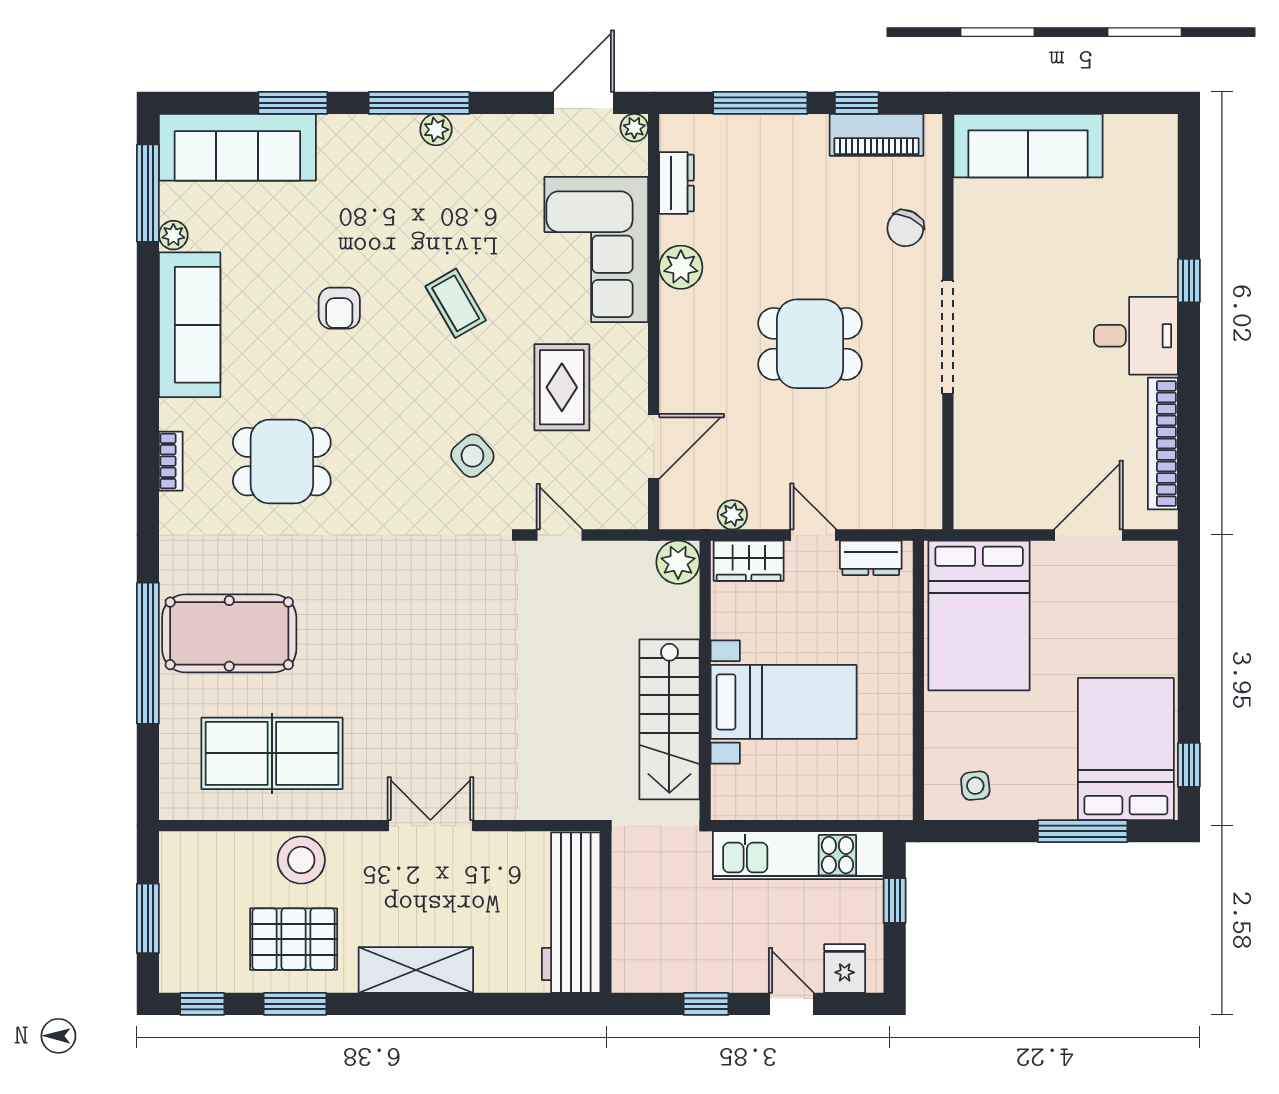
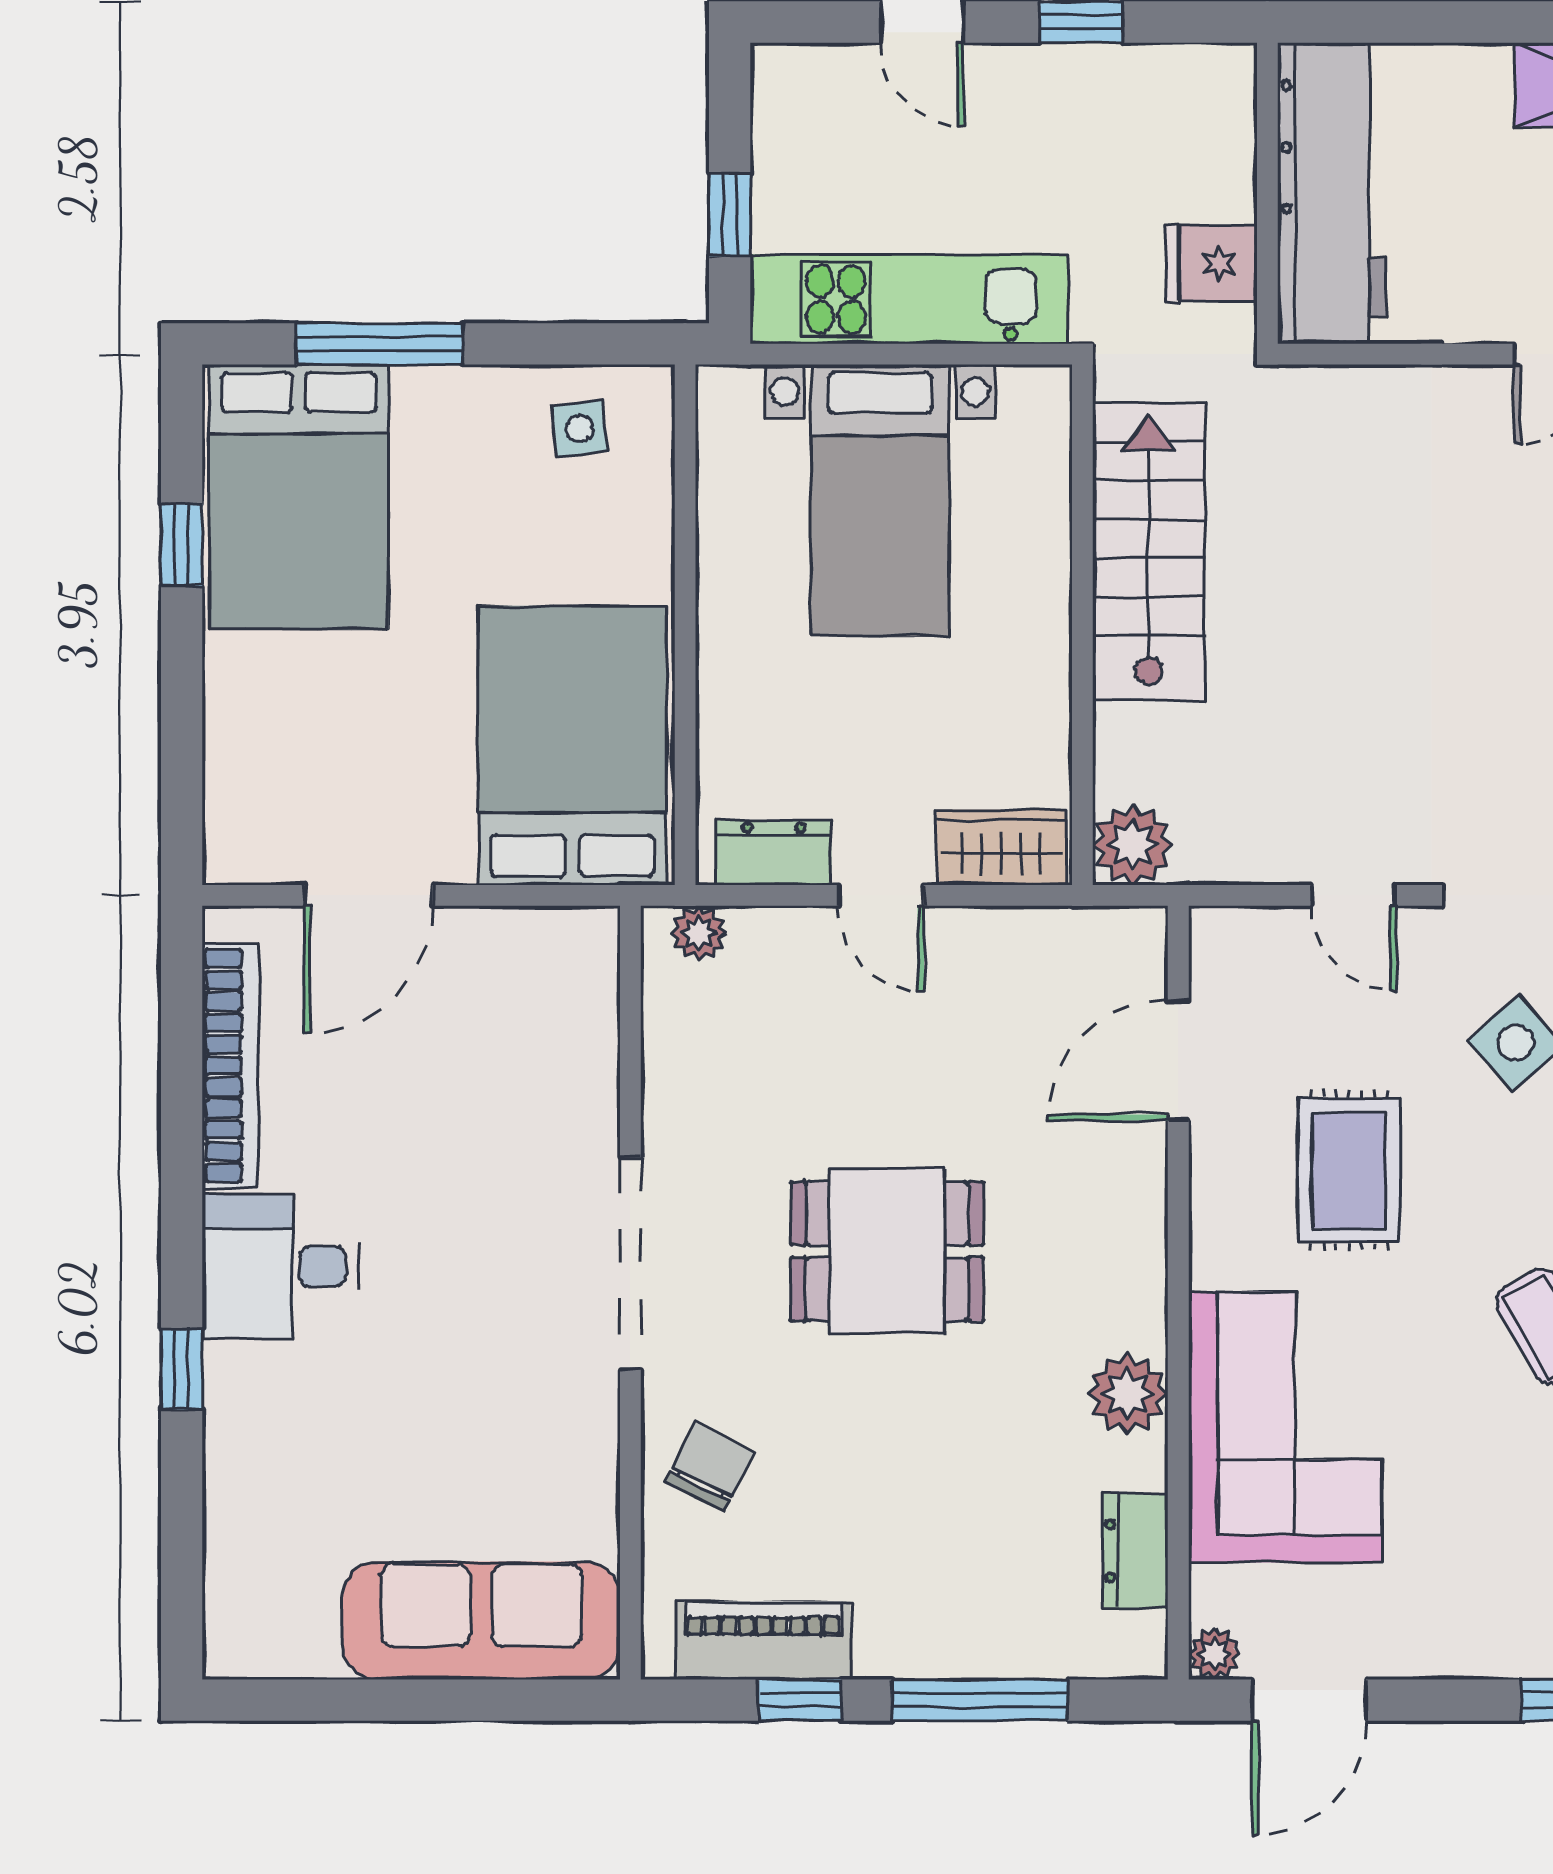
plant: (732, 515) -> (699, 933), moved
bed with nightstands: (784, 702) -> (880, 500), moved, turned -90
window: (1189, 765) -> (182, 545), moved
fridge: (845, 969) -> (1212, 263), moved, turned 90

